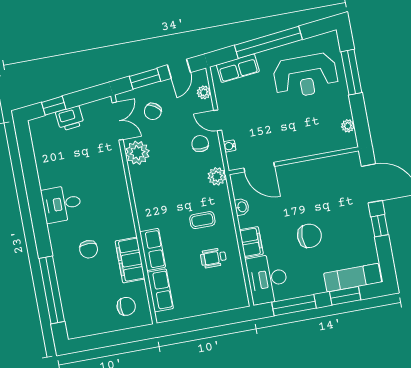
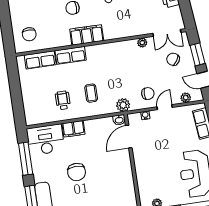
plant: (137, 153) -> (142, 43), width x0.53, depth x0.53
washbasin: (242, 207) -> (119, 120), moved
filing cabinet: (130, 260) -> (87, 35), moved

